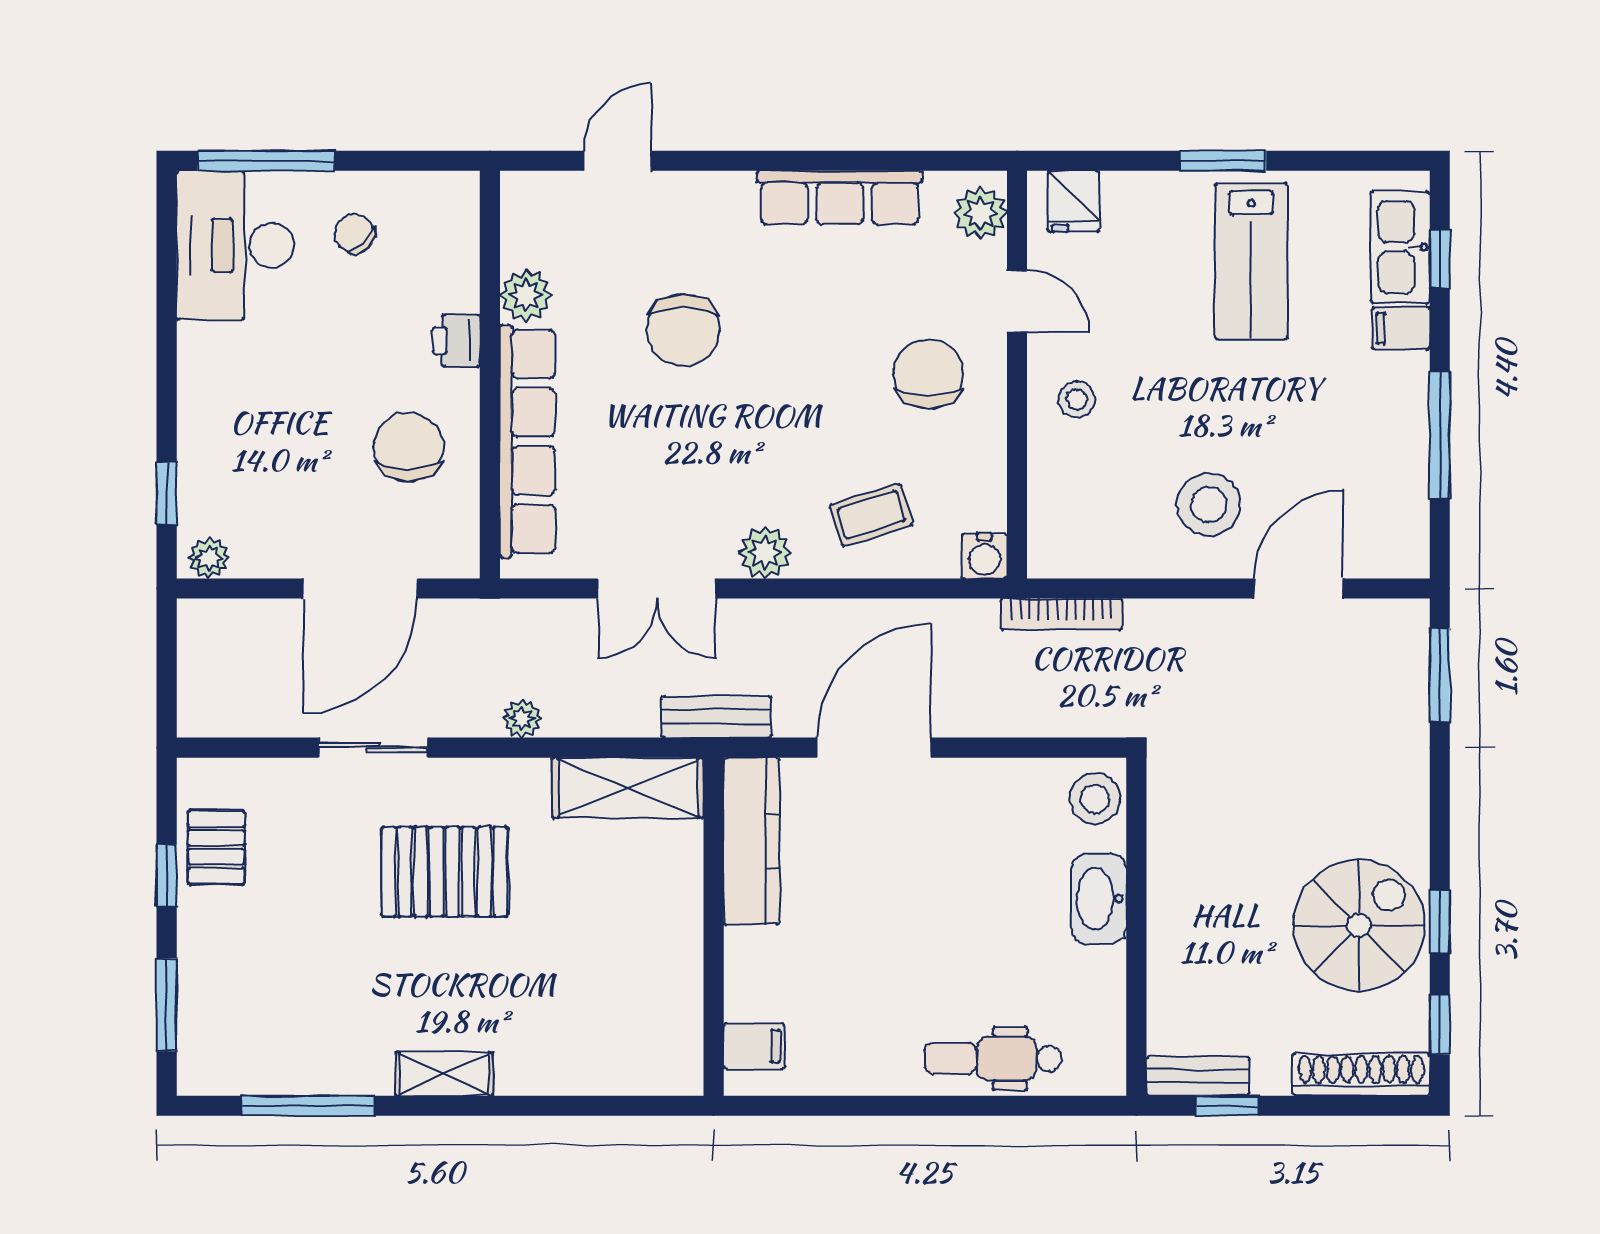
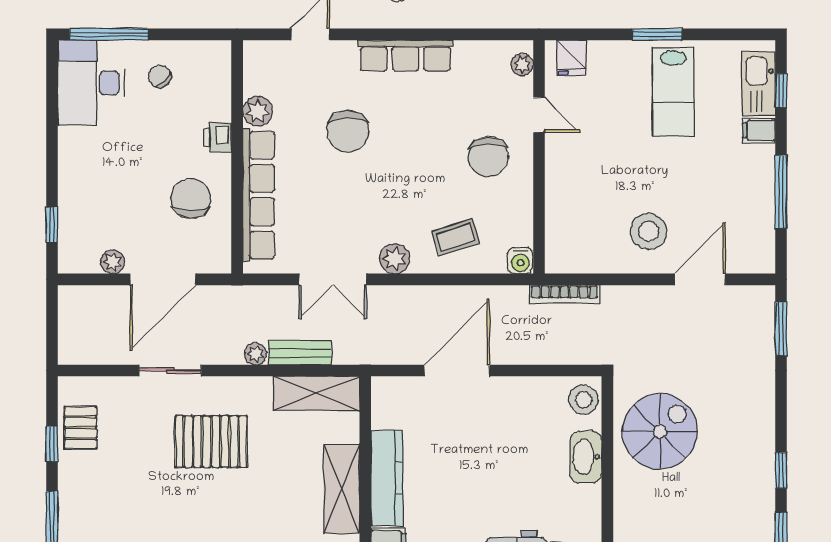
row of seats: (840, 198) -> (405, 56), moved
plant: (981, 213) -> (522, 64), width x0.73, depth x0.73
chair: (928, 374) -> (488, 157), turned 180
stool: (1077, 400) -> (573, 171), removed
plant: (209, 558) -> (113, 262), moved
bench: (716, 717) -> (300, 353), moved
kitchen counter: (751, 841) -> (387, 478), moved
spiral stairs: (1359, 925) -> (660, 431), moved
shelving: (672, 954) -> (342, 489), added

